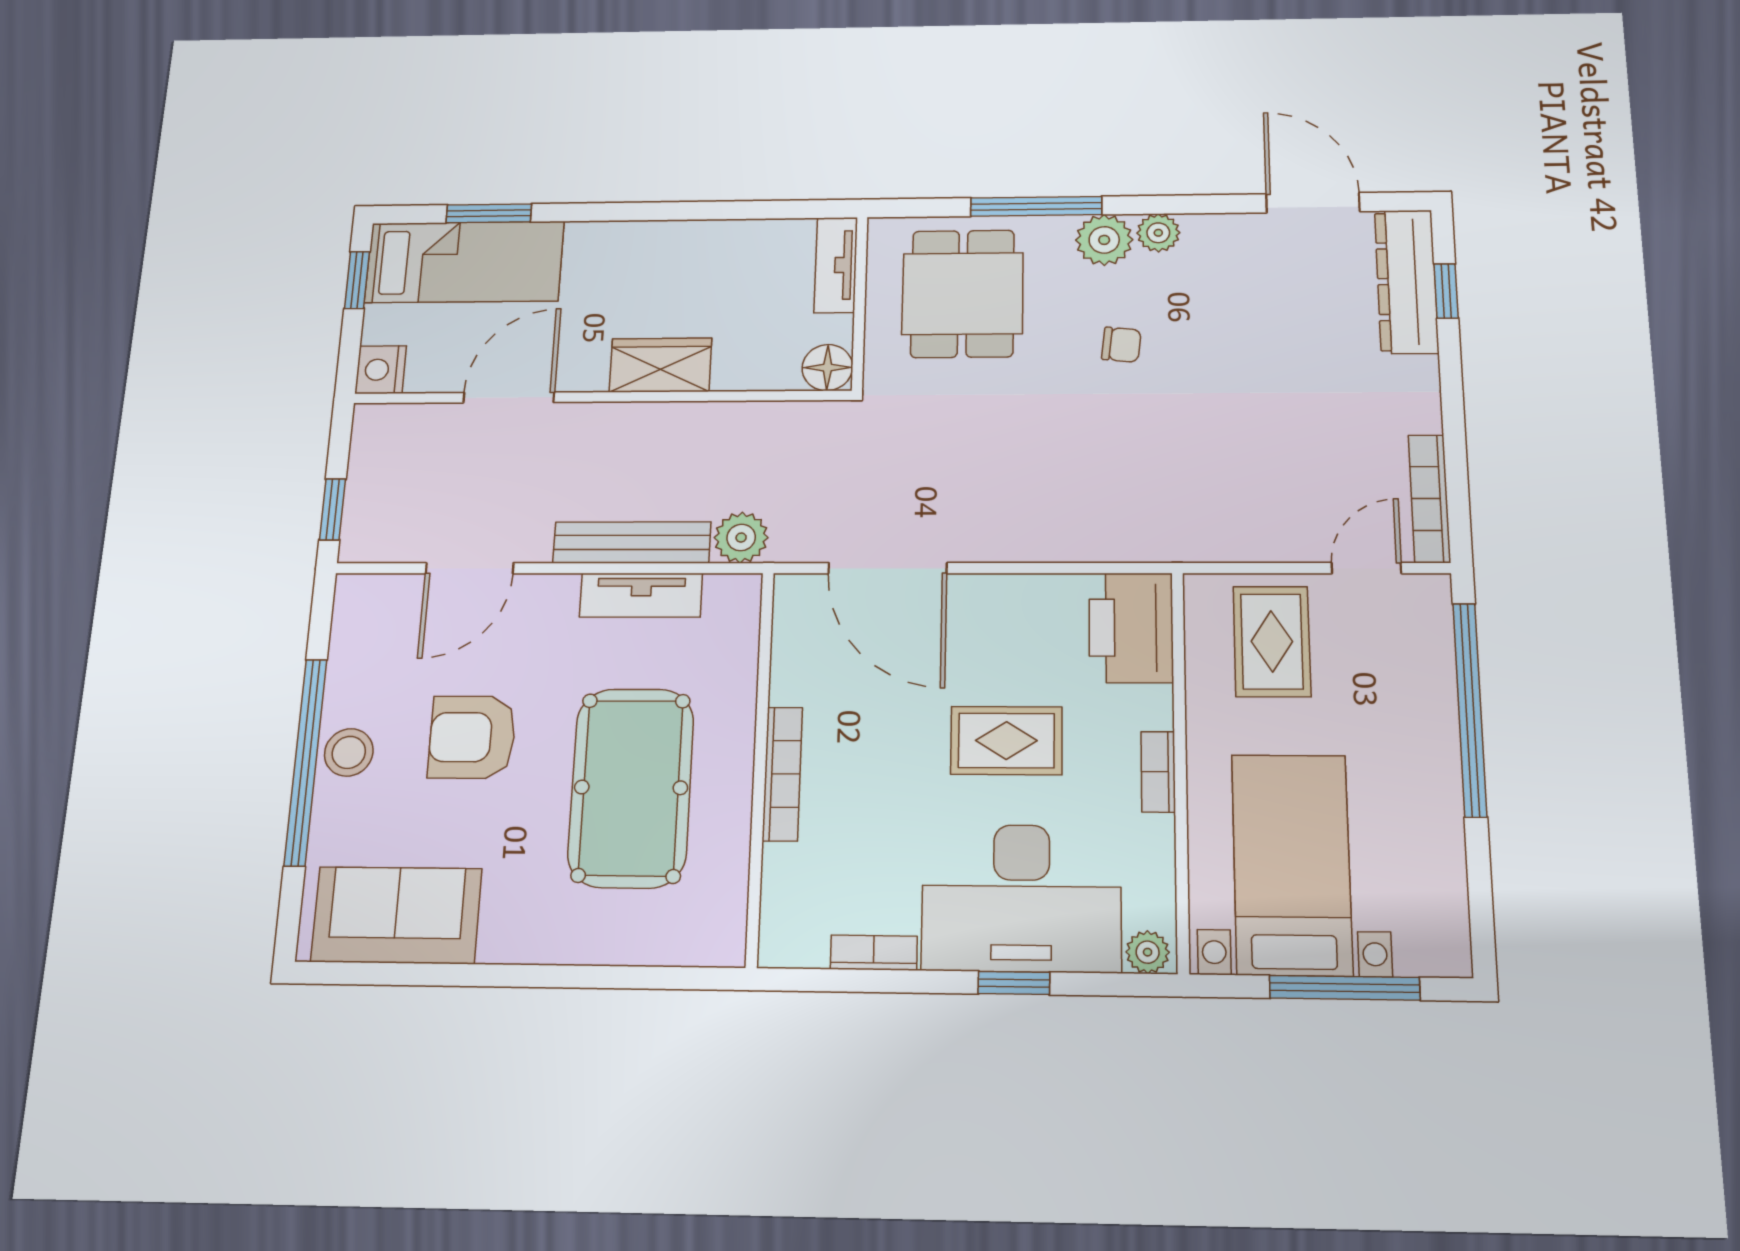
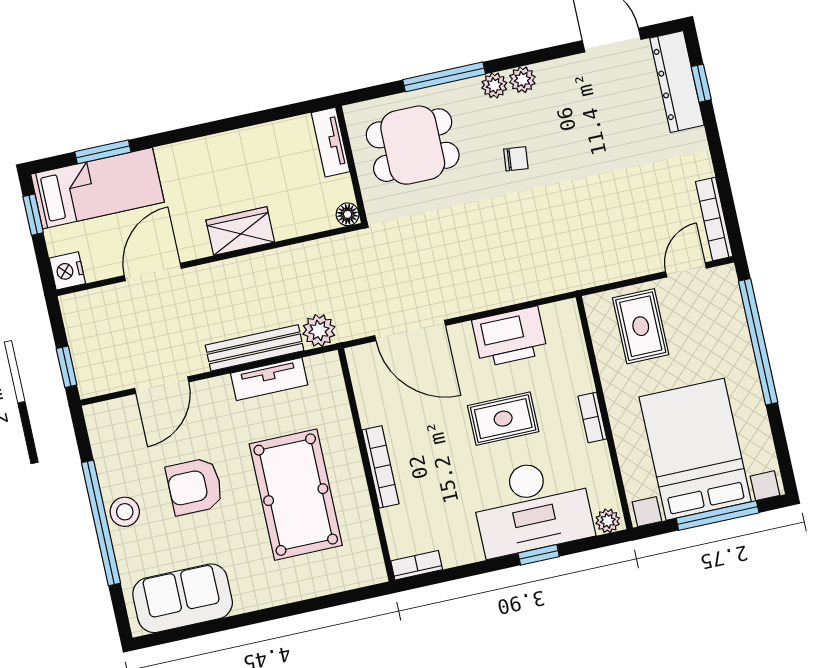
plant: (1104, 240) -> (494, 85), width x0.73, depth x0.73
dining table: (963, 294) -> (413, 145), turned 90
floor lamp: (827, 368) -> (348, 214), width x0.73, depth x0.73
printer: (1131, 628) -> (510, 337), moved, turned -90
bed with nightstands: (1292, 864) -> (695, 449), width x1.36
bookcase: (874, 953) -> (417, 565), moved

